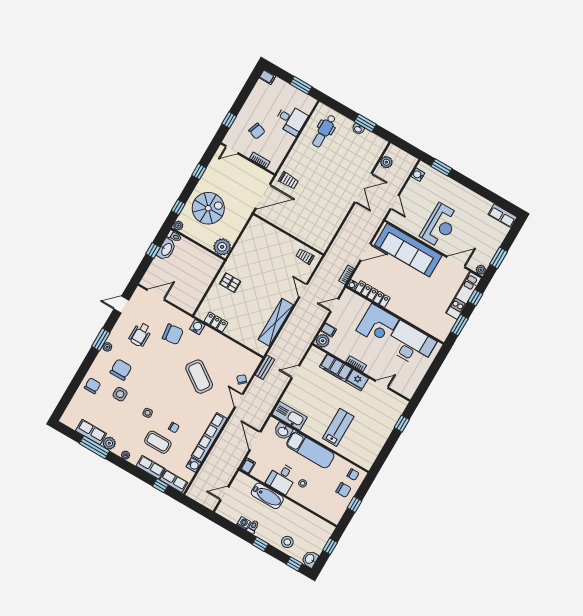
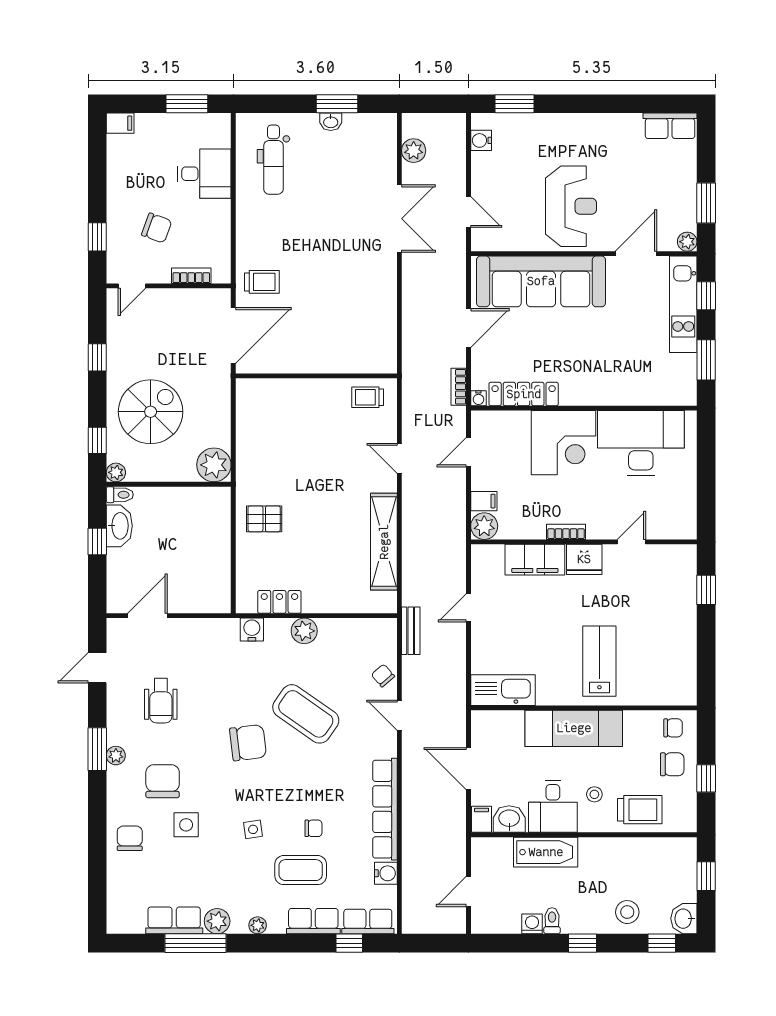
chair: (173, 334) -> (248, 743), moved
plant: (219, 341) -> (304, 631), added
washbasin: (283, 431) -> (509, 819), moved, turned 180
trolley: (318, 501) -> (640, 810), added

